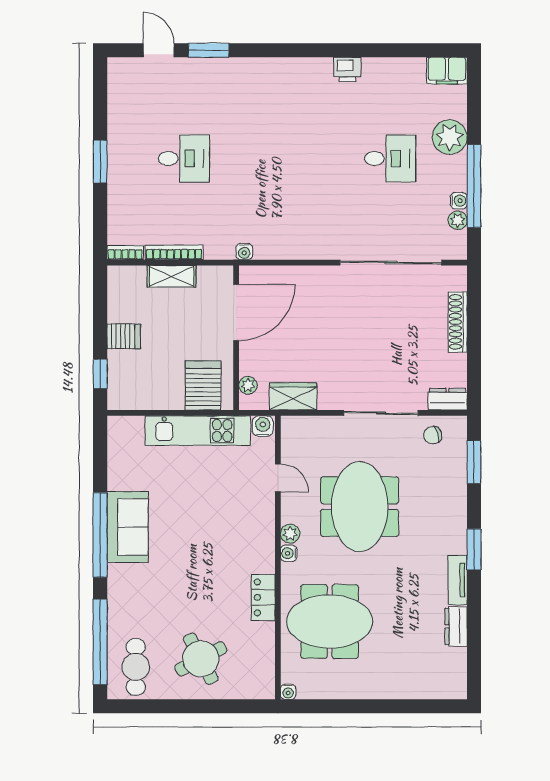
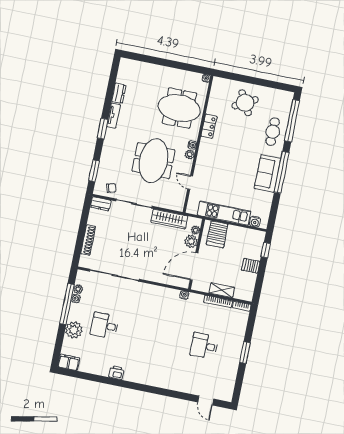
window: (209, 50) -> (182, 396), removed
plant: (252, 361) -> (191, 241), added
wardrobe: (293, 396) -> (169, 219), width x1.50
water cooler: (263, 426) -> (255, 222), moved
cafe table: (136, 667) -> (273, 132), moved

